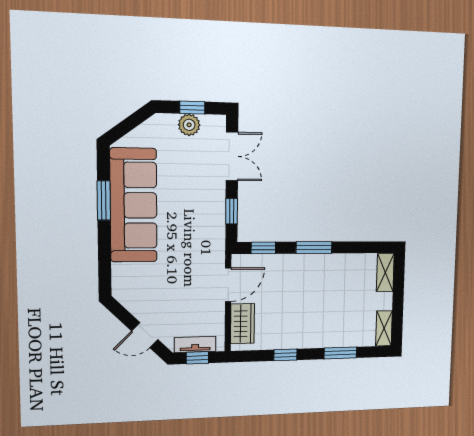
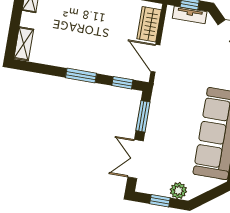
plant: (189, 125) -> (178, 191), moved
window: (232, 211) -> (143, 116), width x1.50
door: (228, 285) -> (155, 58), hinge flipped

